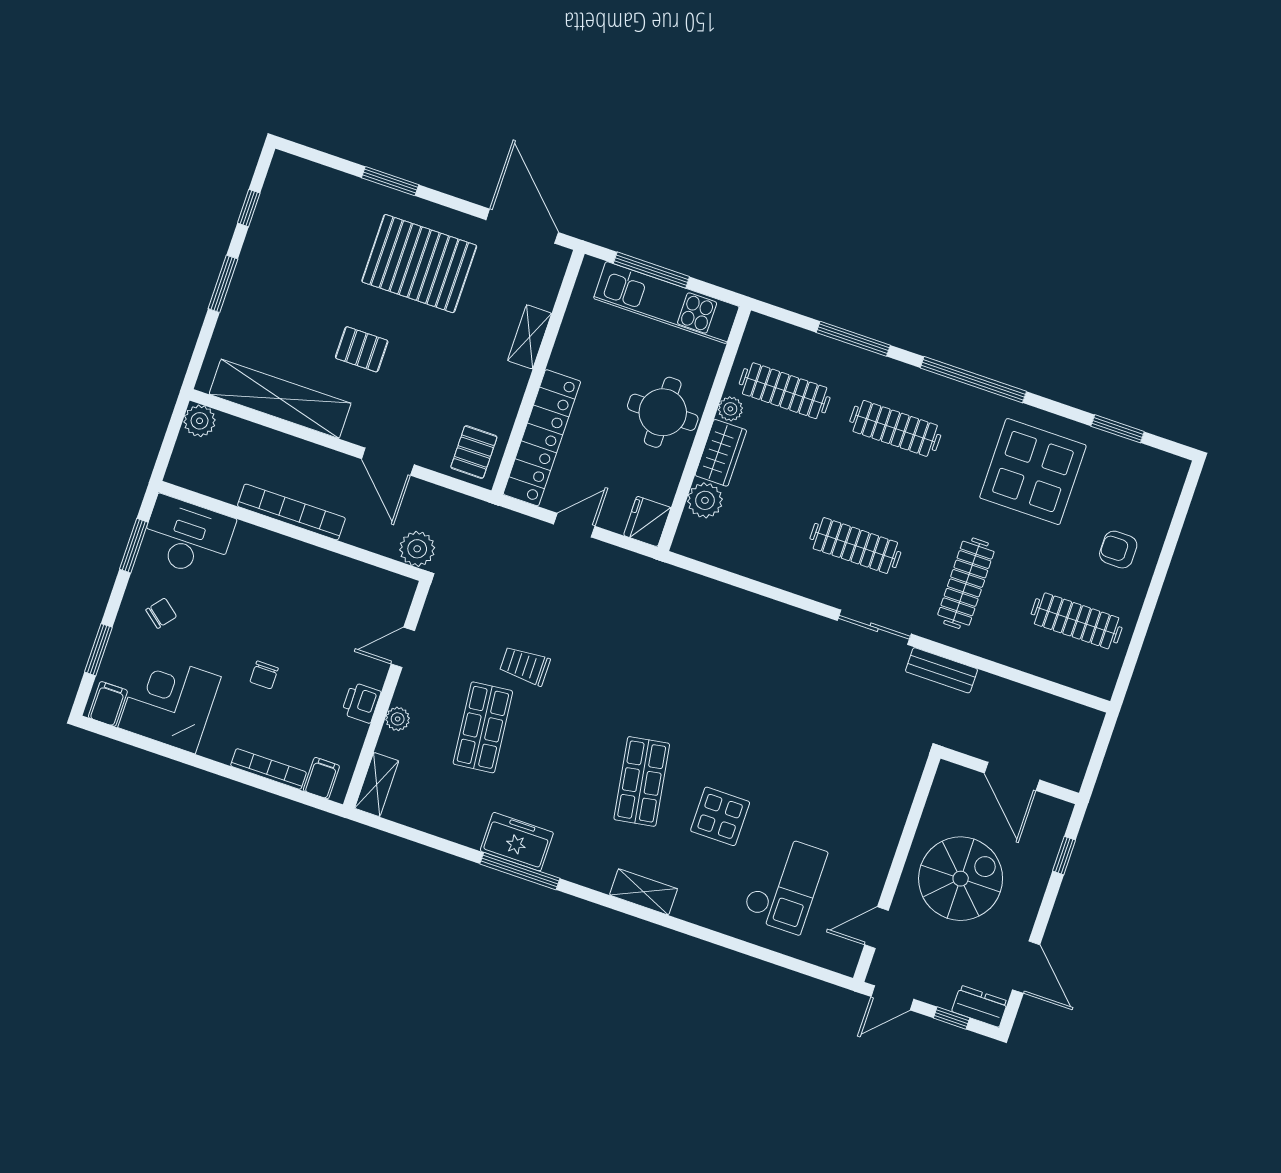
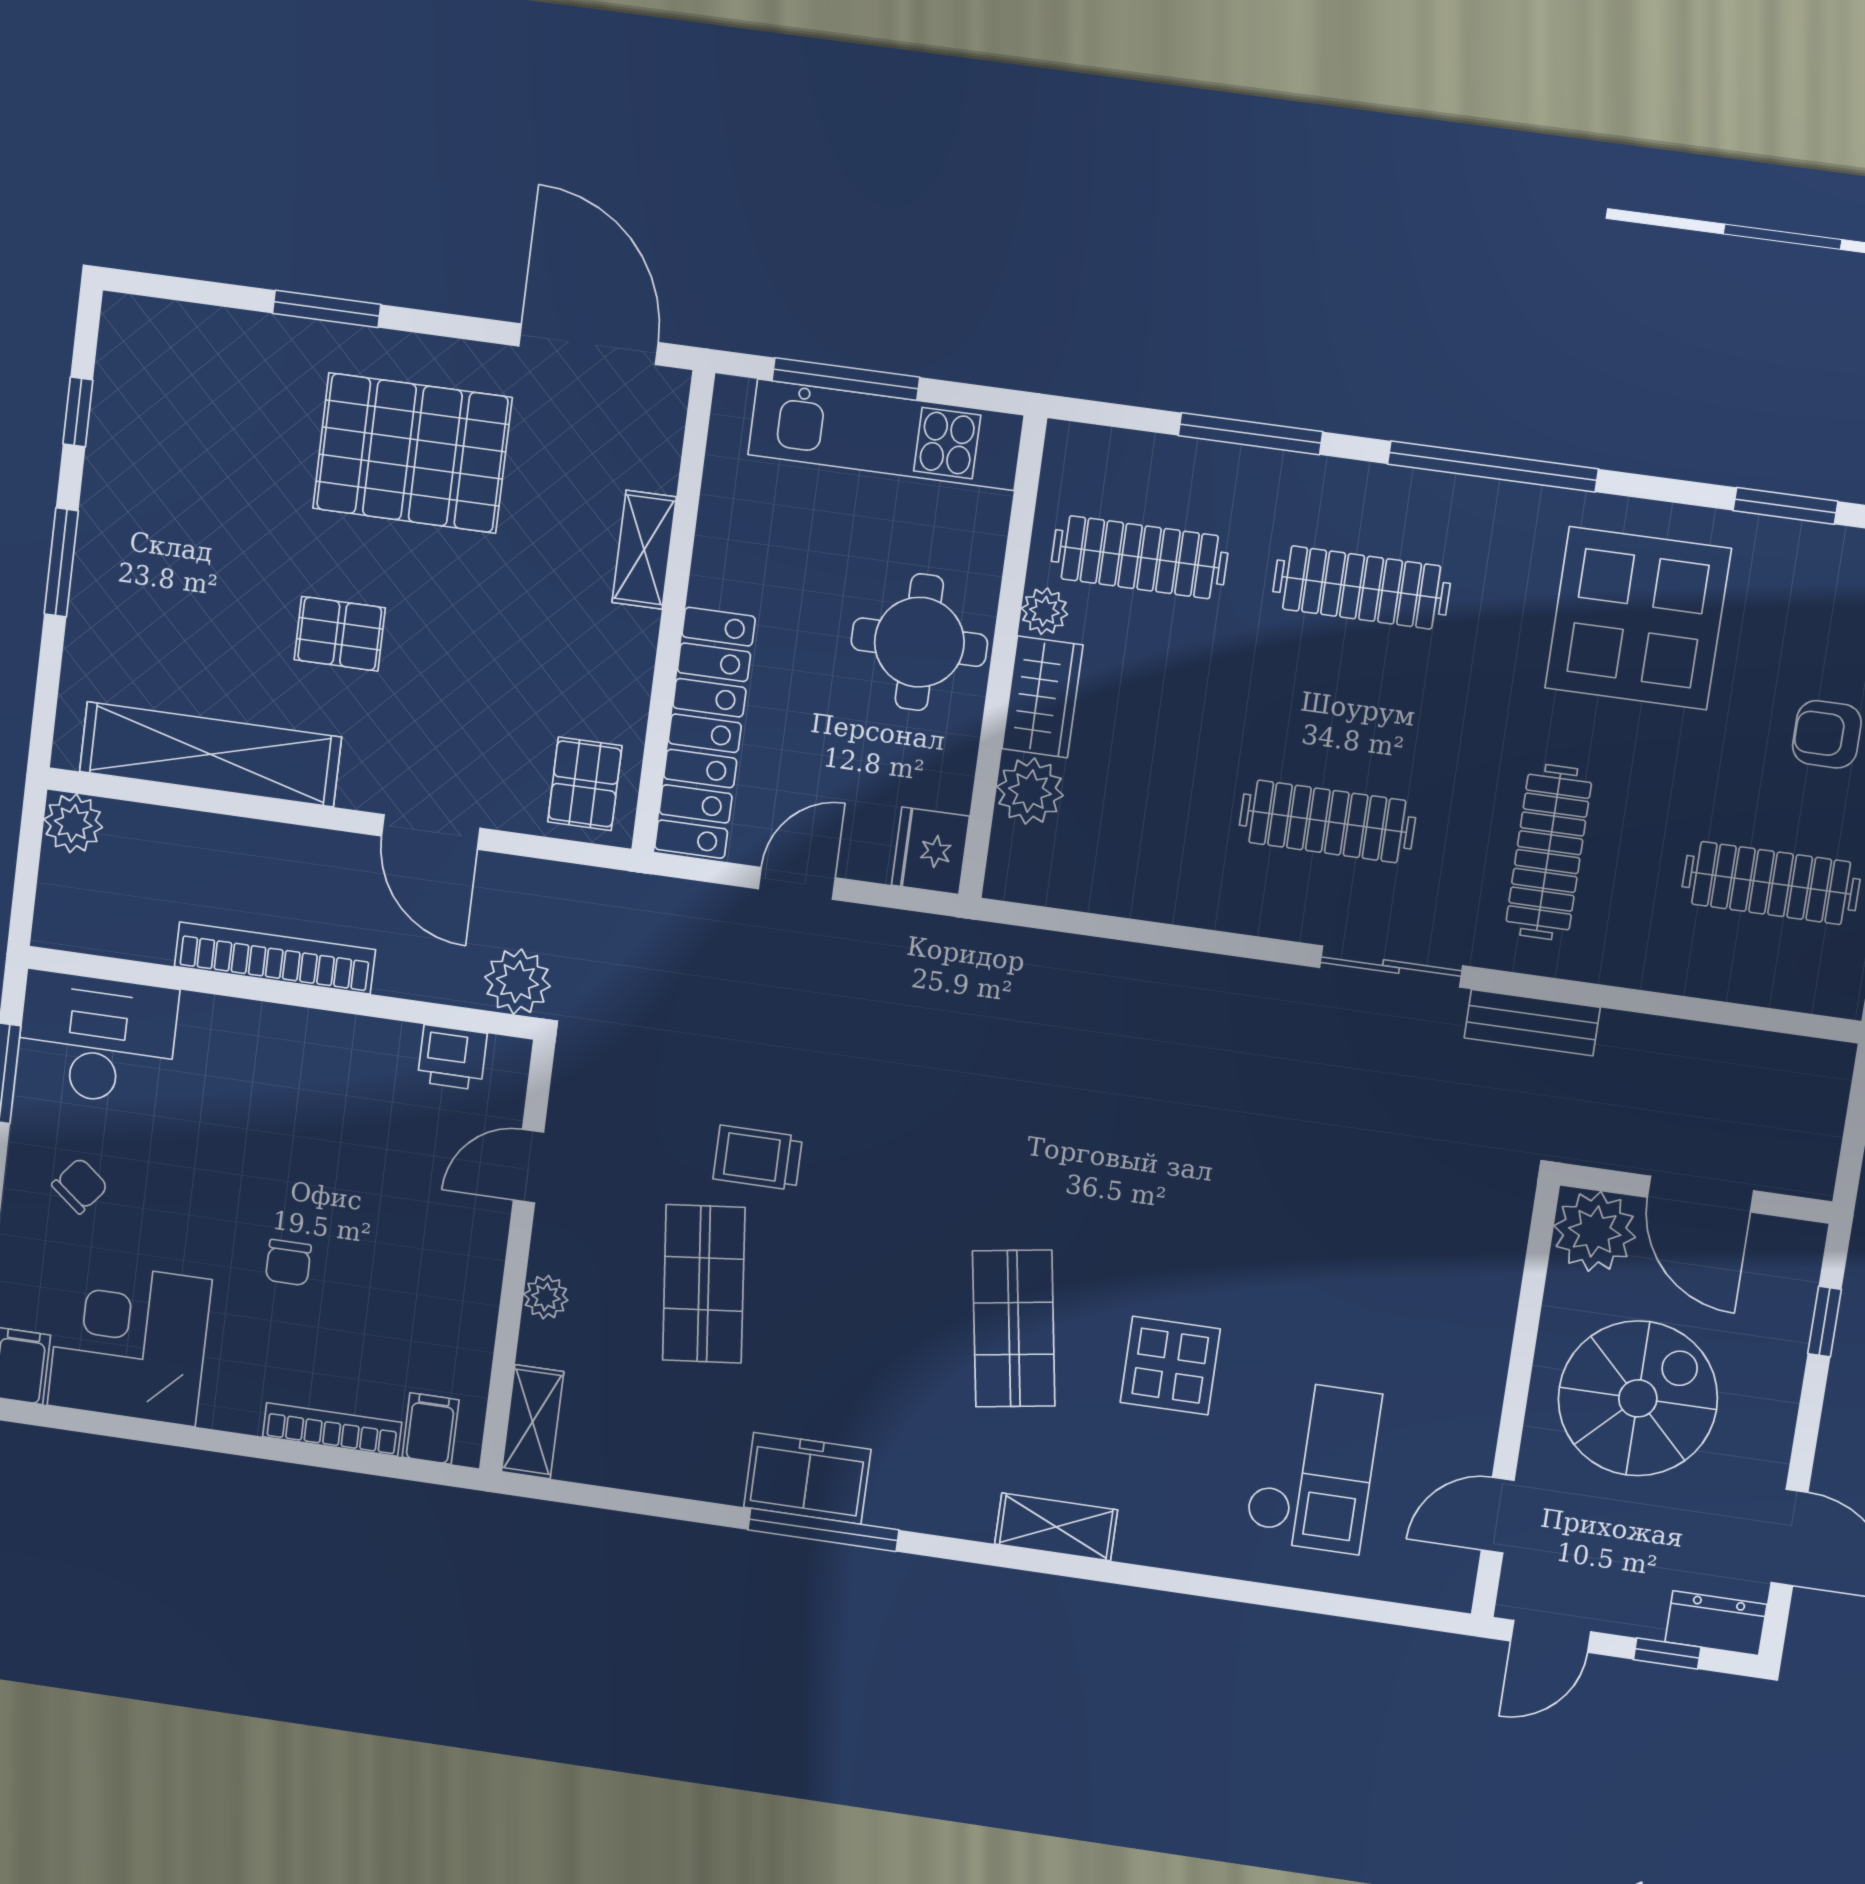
printer: (361, 703) -> (452, 1057), moved, turned -90
plant: (954, 786) -> (1595, 1231), added

